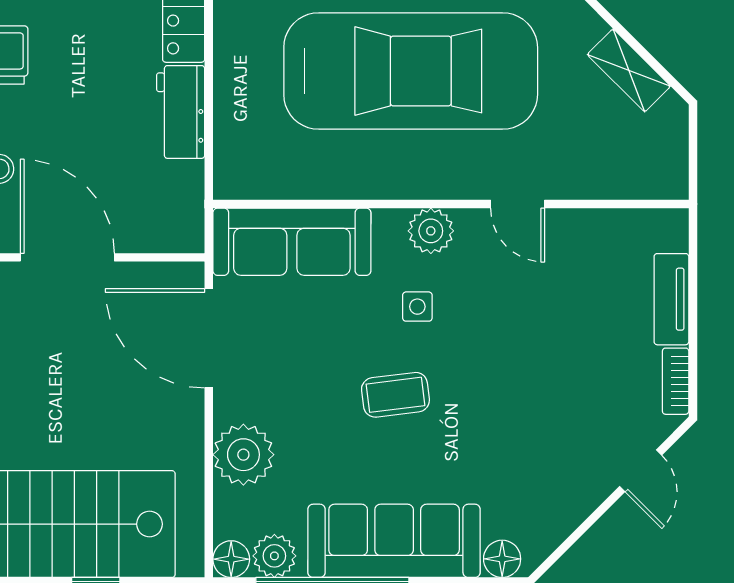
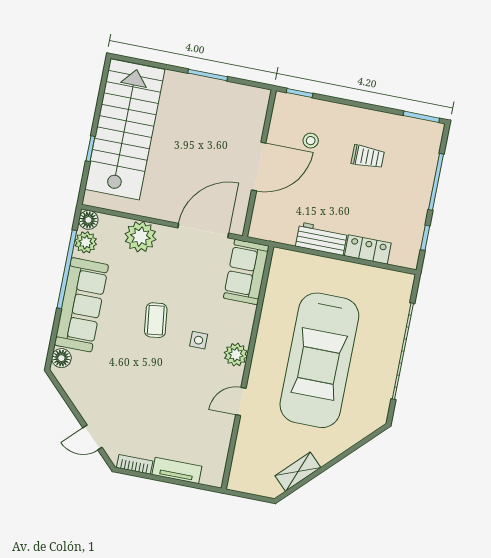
sofa: (292, 242) -> (246, 272), width x0.73

